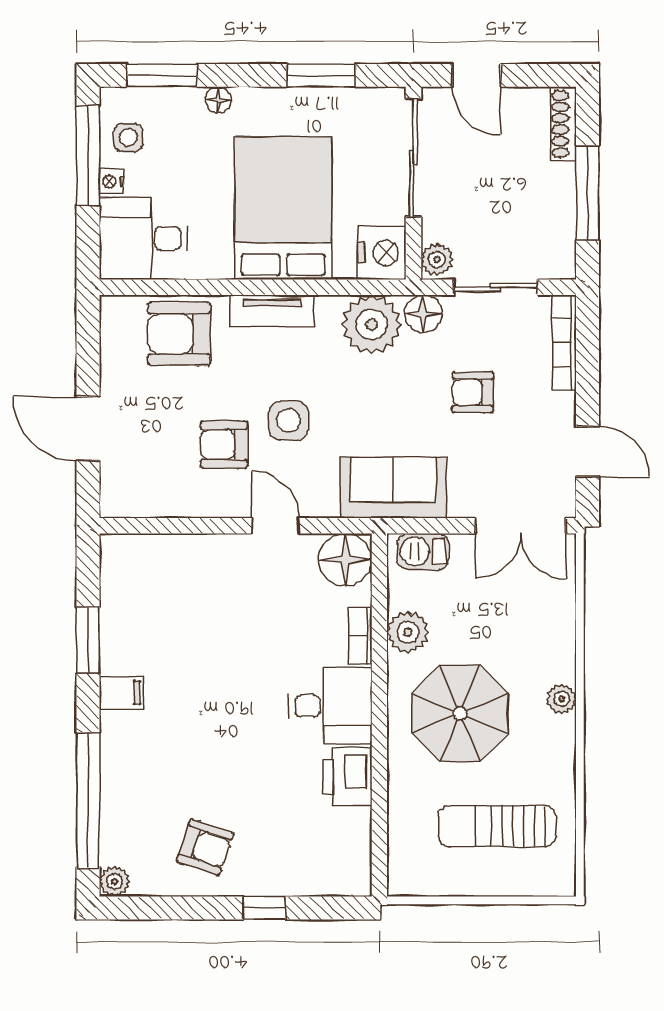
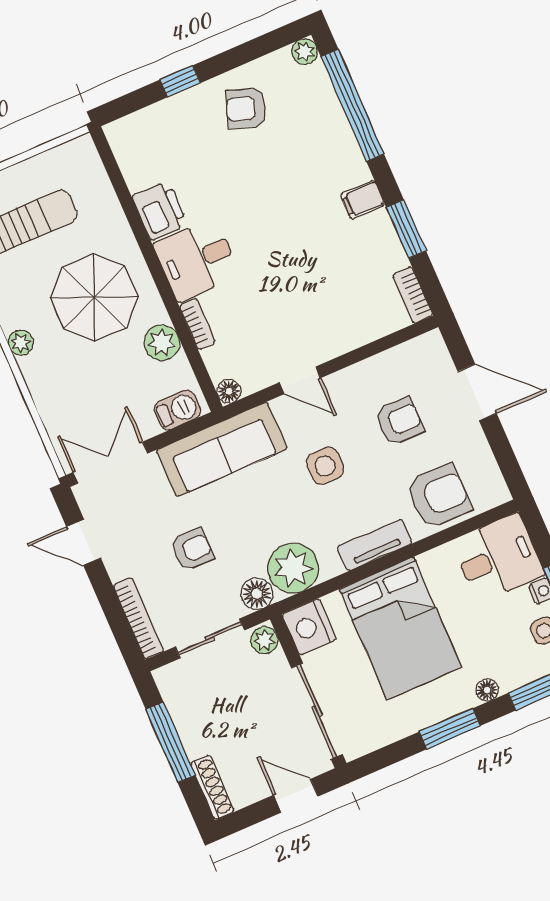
window: (321, 75) -> (450, 729), moved
armchair: (224, 445) -> (399, 421), moved
sofa: (393, 487) -> (222, 449), width x1.36
floor lamp: (345, 560) -> (229, 391), width x0.53, depth x0.53
bookcase: (112, 565) -> (413, 295), added

